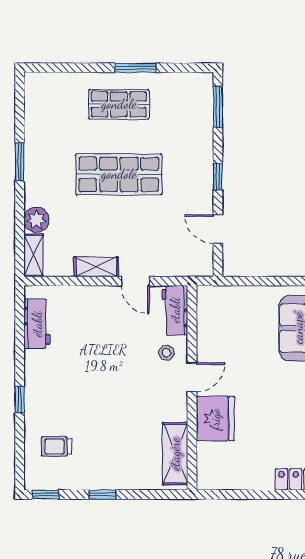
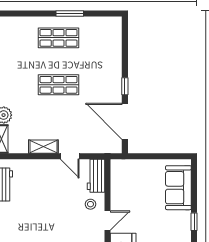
window: (218, 107) -> (125, 40), removed
shop shelf: (119, 174) -> (59, 85), width x0.70, depth x0.74
door: (218, 229) -> (125, 121), width x1.88

